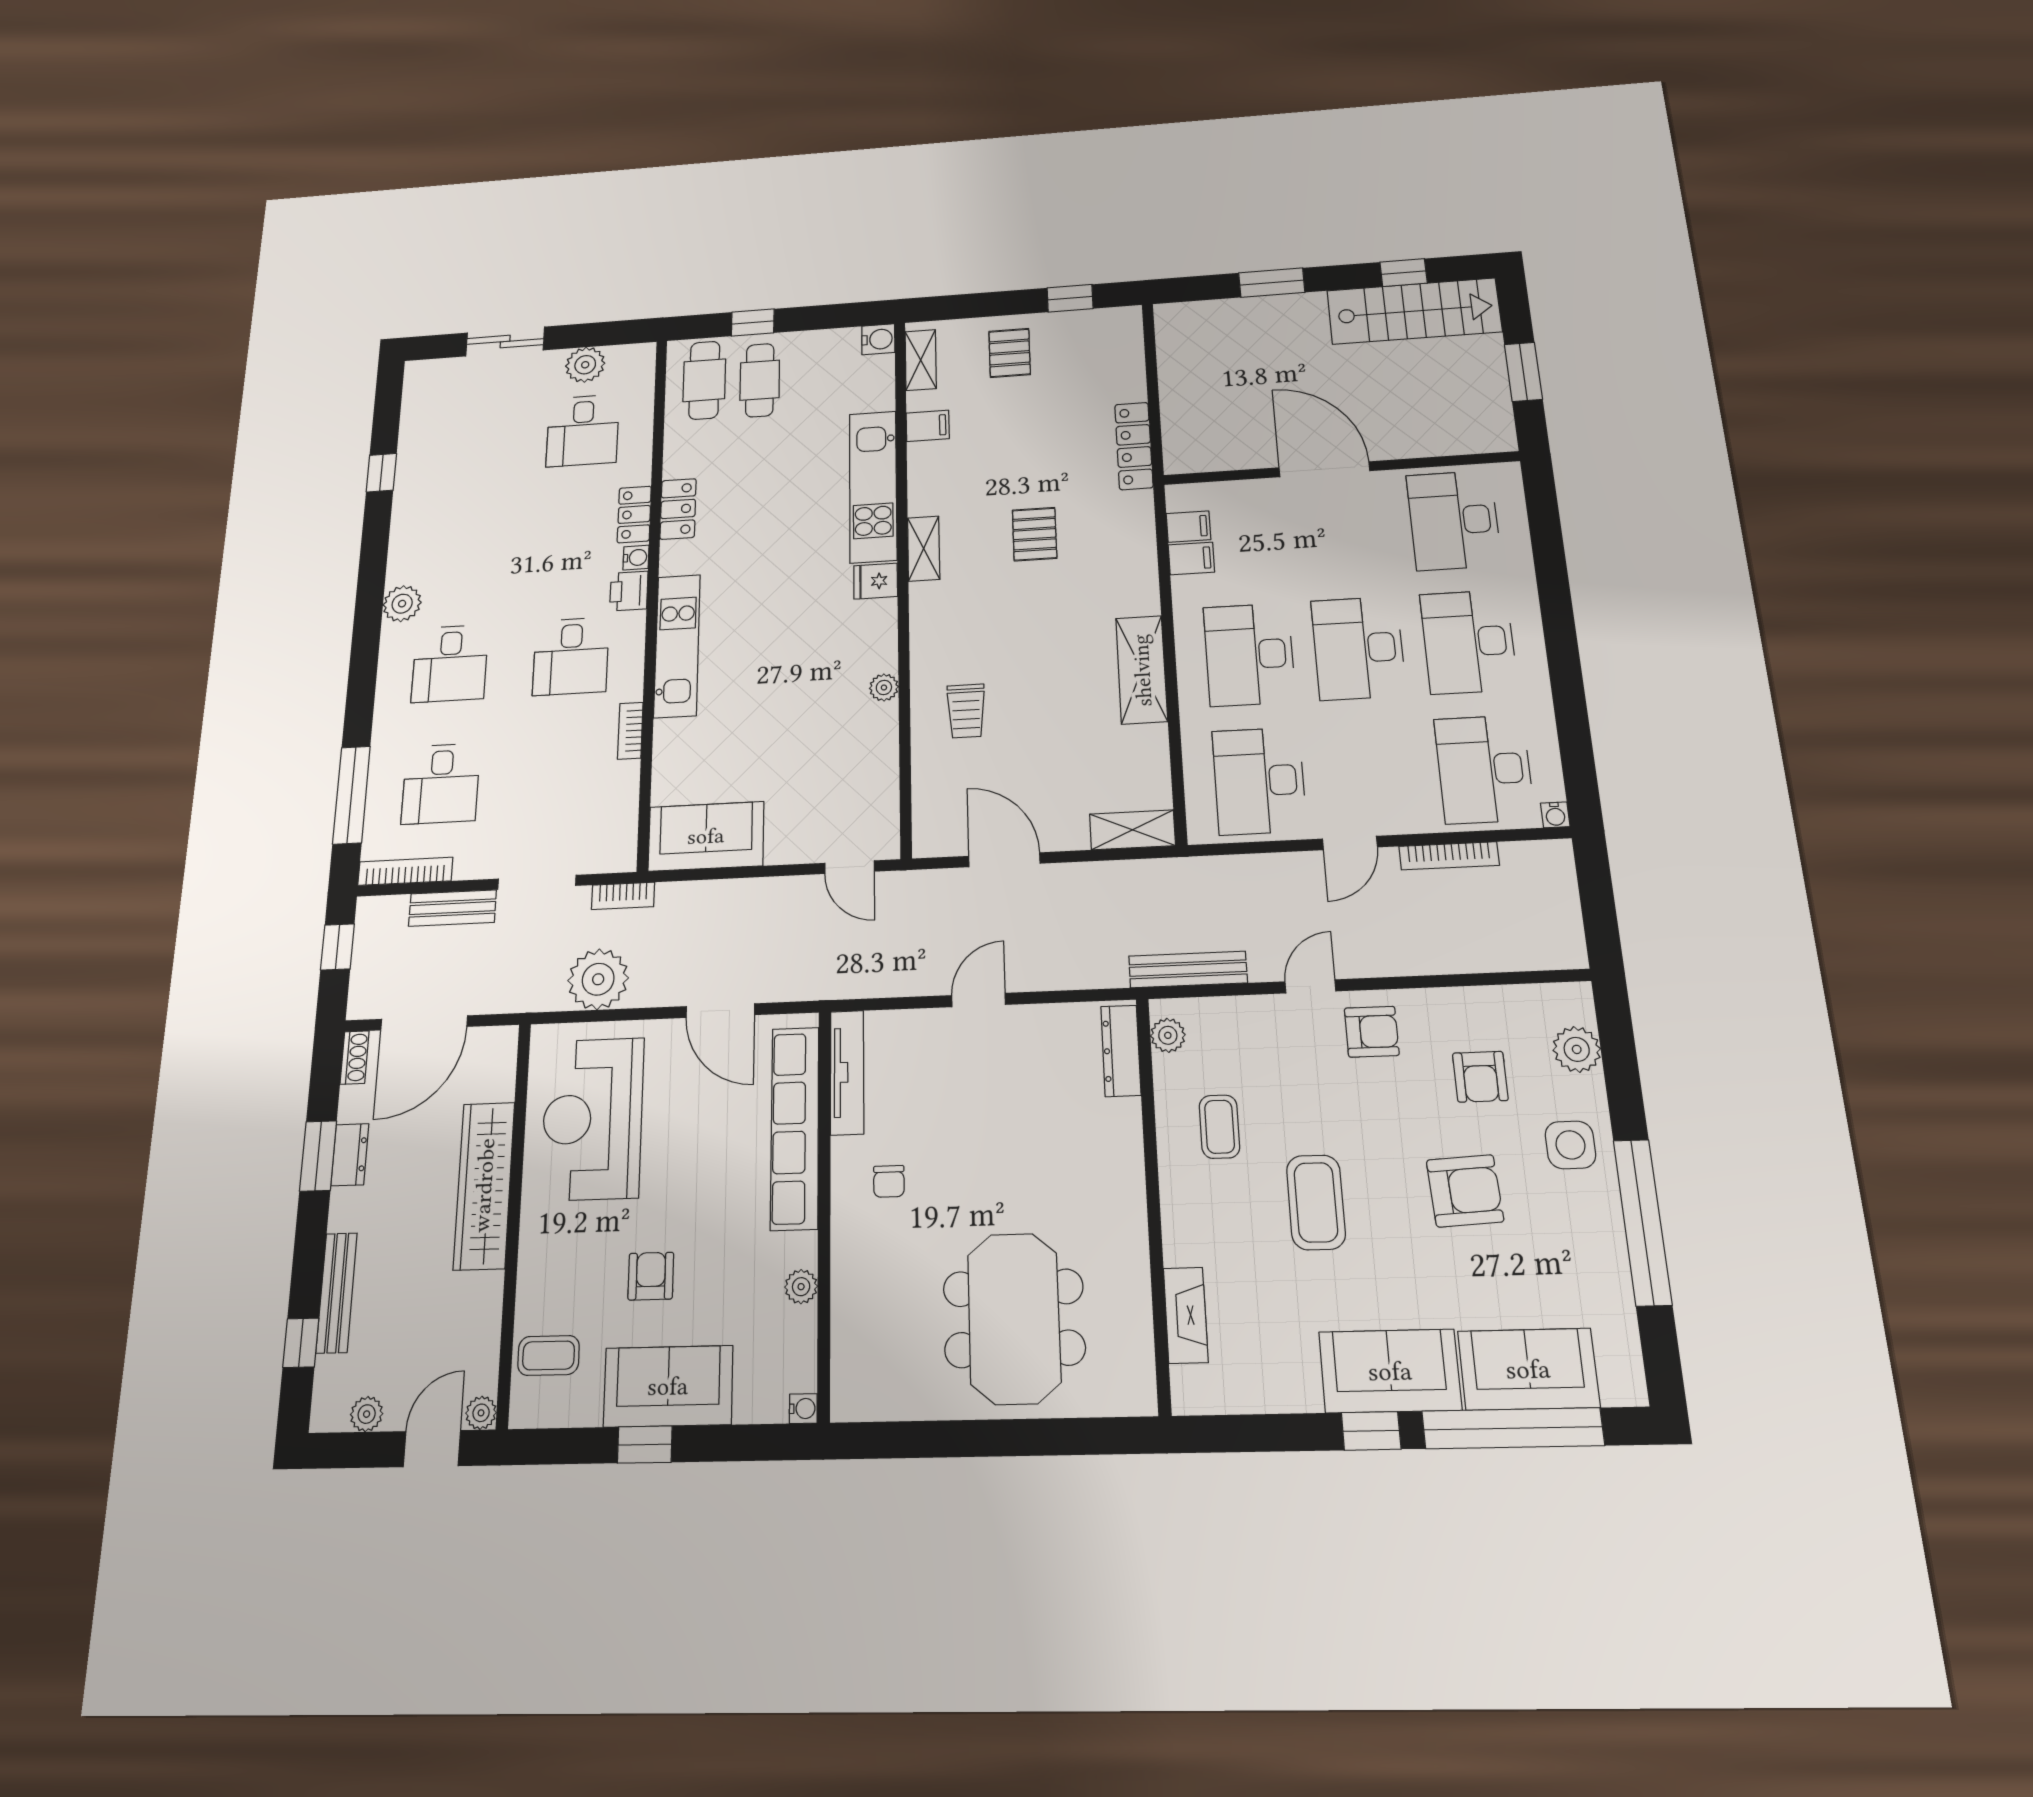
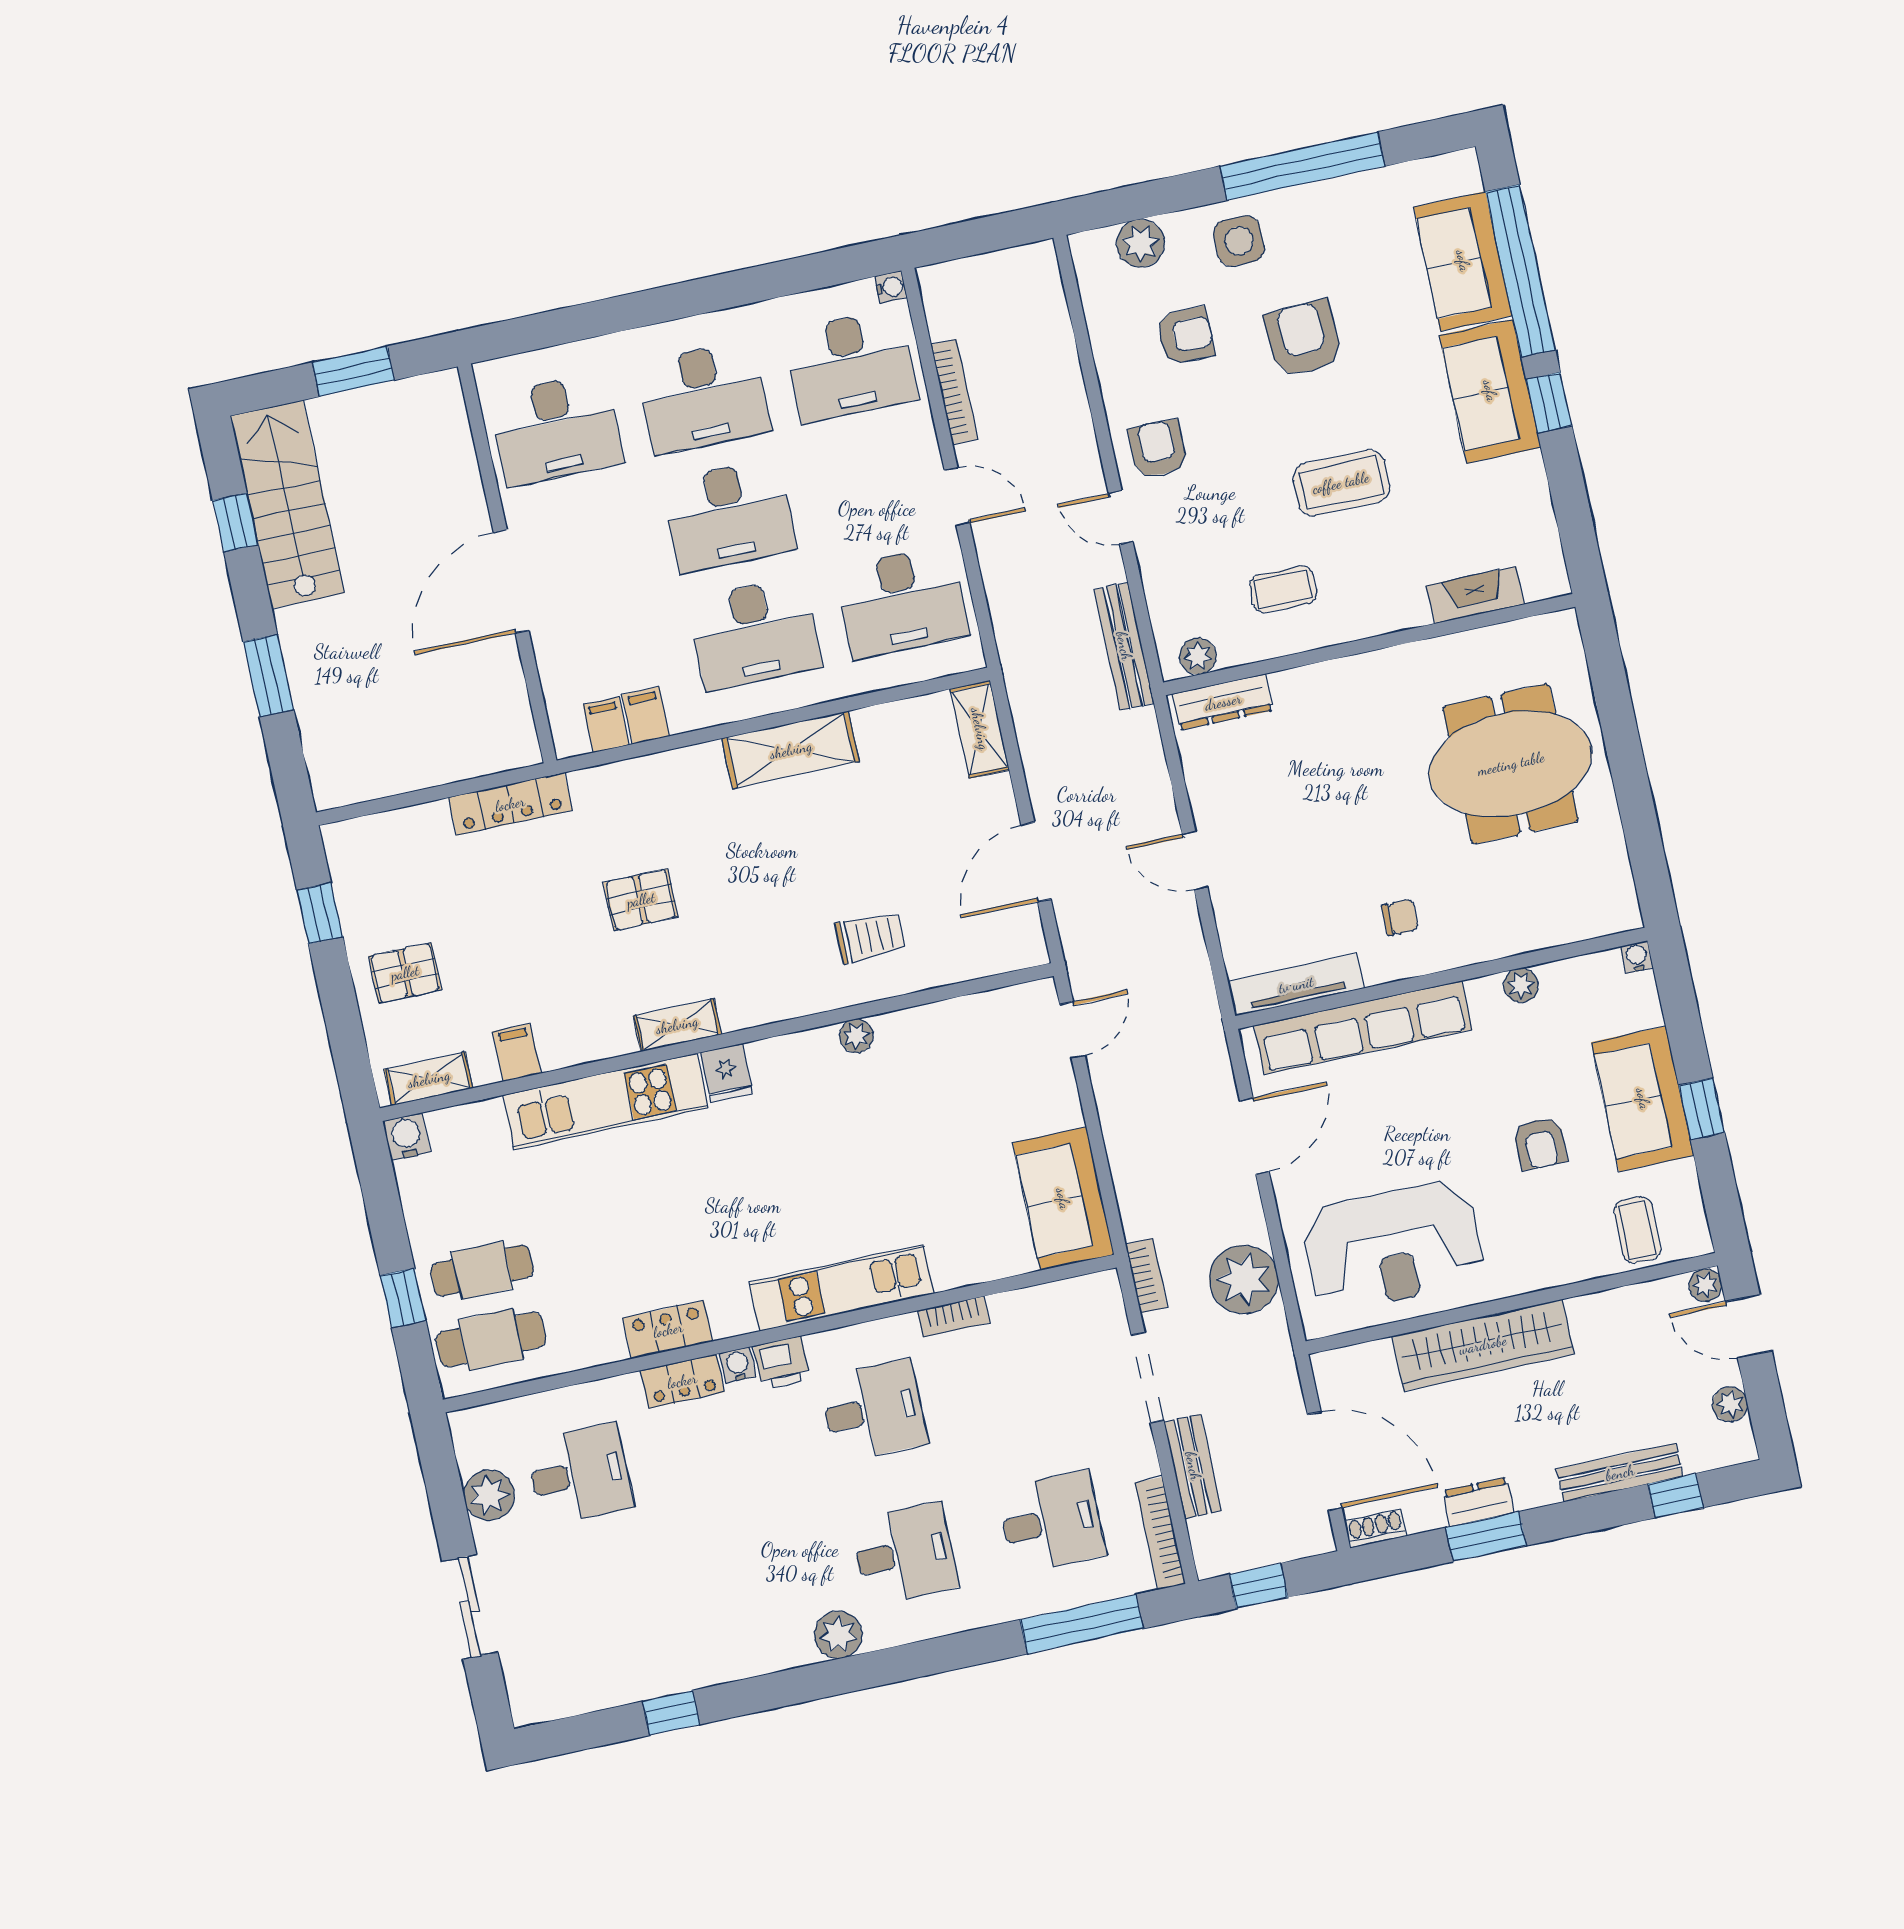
armchair: (651, 1276) -> (1540, 1143), turned -90

